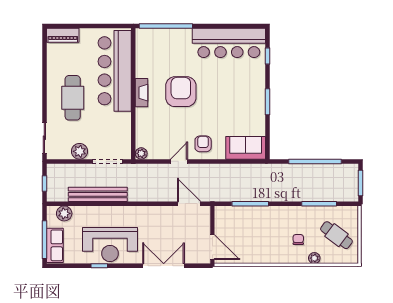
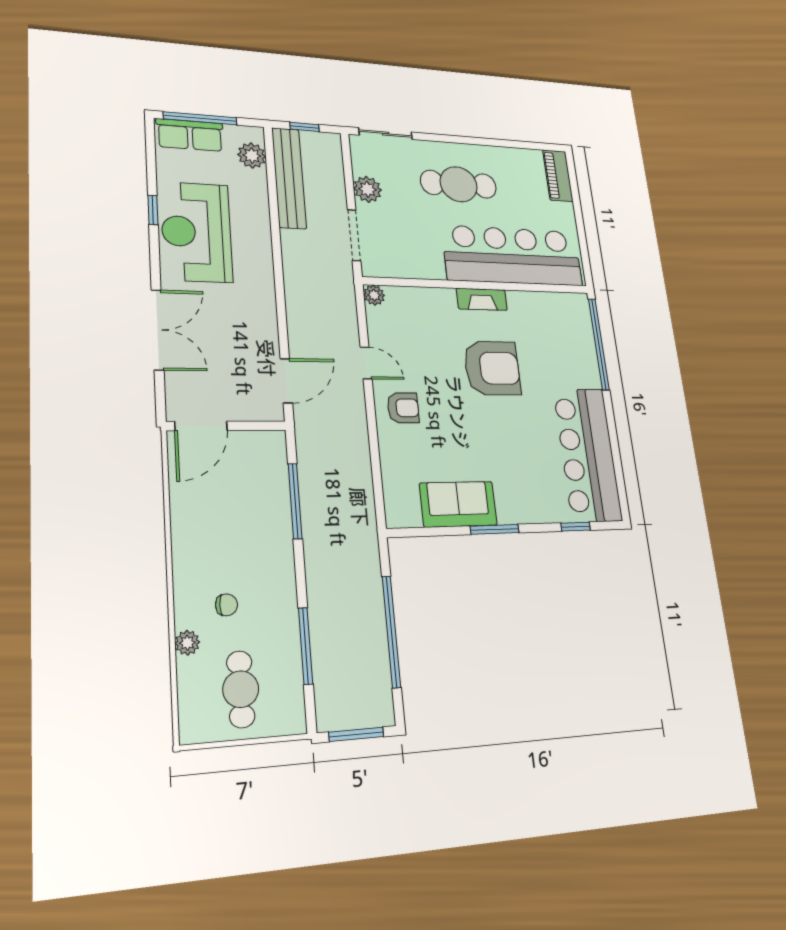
sofa: (246, 148) -> (458, 504), moved, turned -90
bench: (98, 194) -> (289, 178), moved
cafe table: (336, 235) -> (241, 689), turned -37

